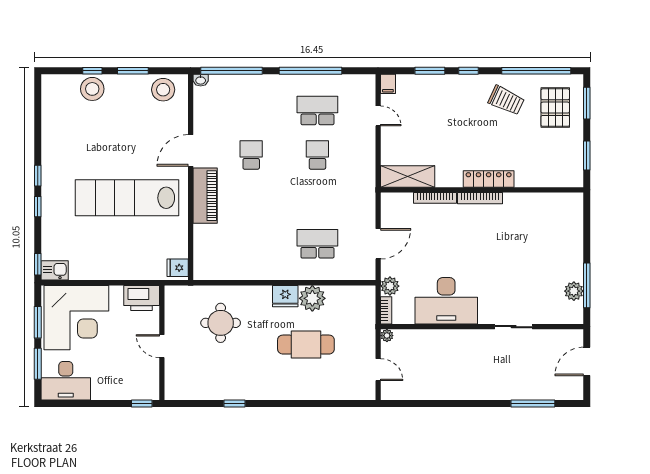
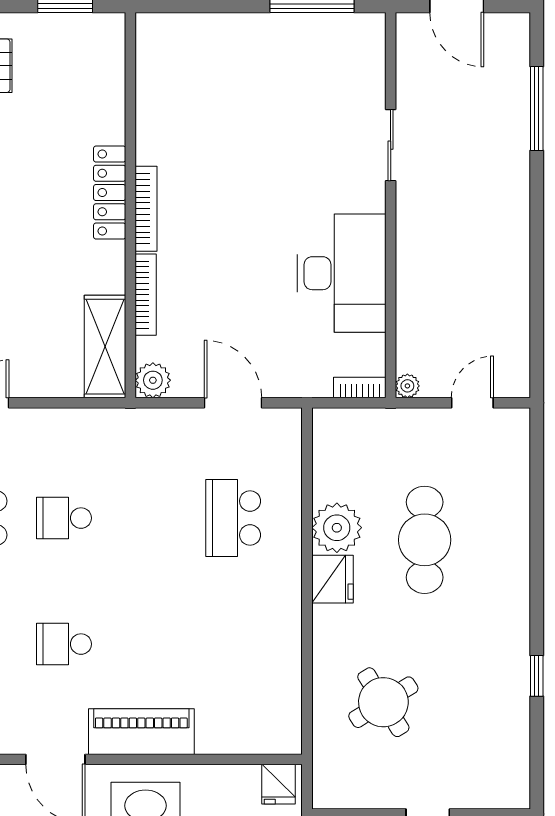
plant: (390, 286) -> (153, 380), moved
plant: (574, 291) -> (323, 31), removed
round table: (221, 323) -> (383, 702), turned -32

